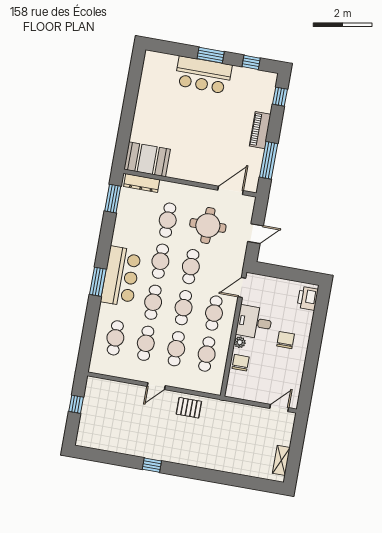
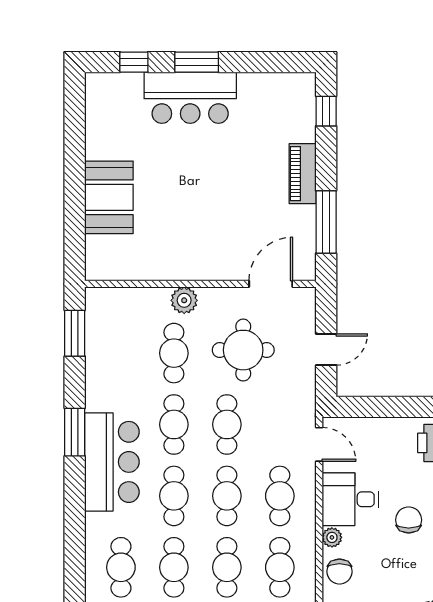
window: (251, 62) -> (134, 62), moved
booth: (147, 159) -> (109, 197), moved, turned 90
dresser: (142, 183) -> (119, 298), removed
plant: (179, 191) -> (184, 300), added
window: (98, 282) -> (75, 432), moved
door: (242, 287) -> (319, 444), swing flipped
chair: (241, 363) -> (339, 572), turned 180

